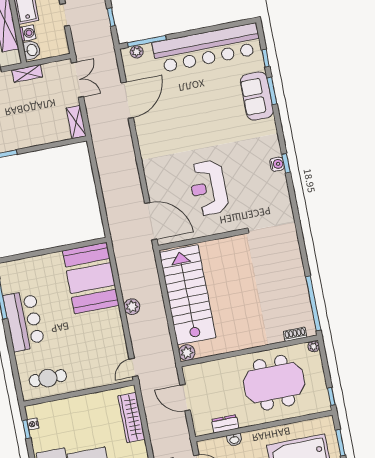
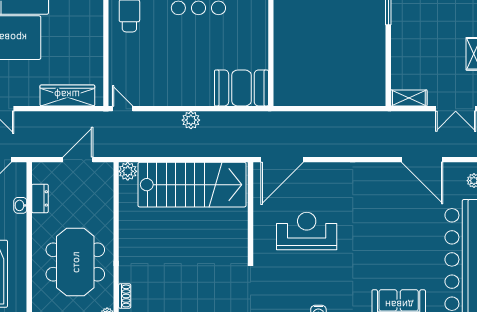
booth: (91, 278) -> (241, 88), width x0.73, depth x0.70

